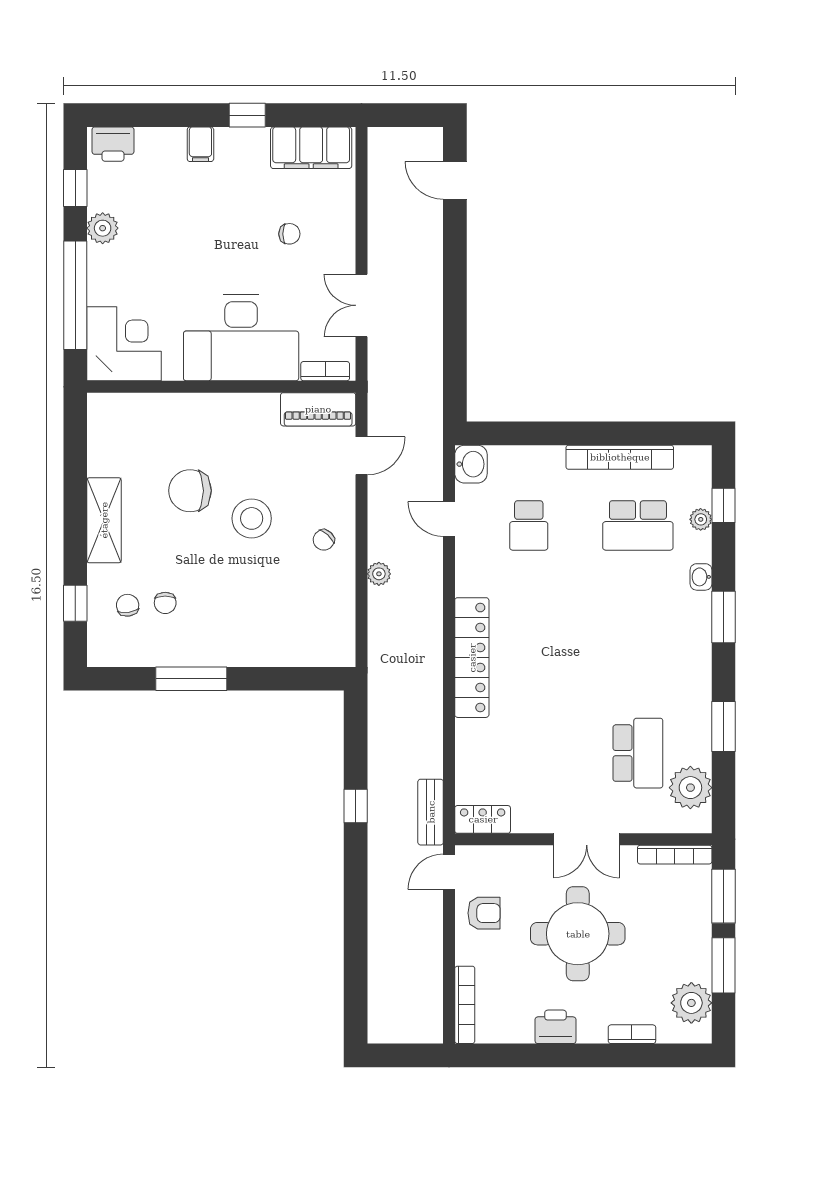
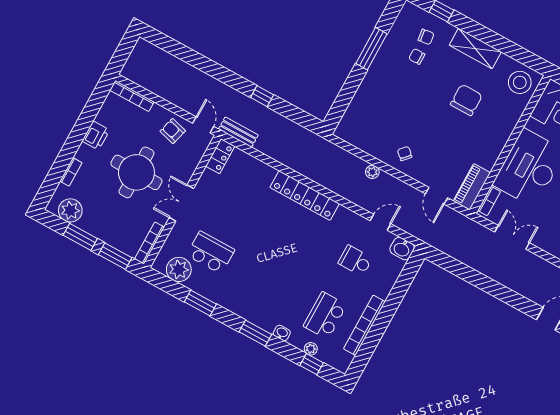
stool: (252, 518) -> (520, 82), moved
school desk: (638, 753) -> (211, 253), turned 180
armchair: (484, 913) -> (173, 131), turned 105

